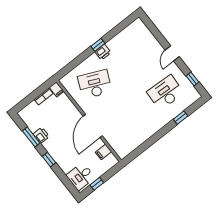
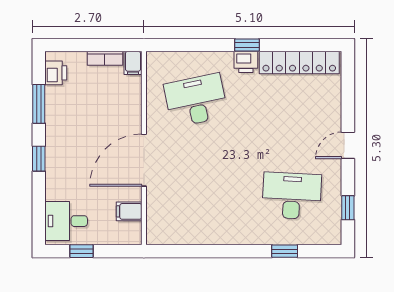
locker: (125, 35) -> (299, 62), added
desk: (95, 84) -> (196, 100), turned -36
printer: (41, 135) -> (56, 73), moved

